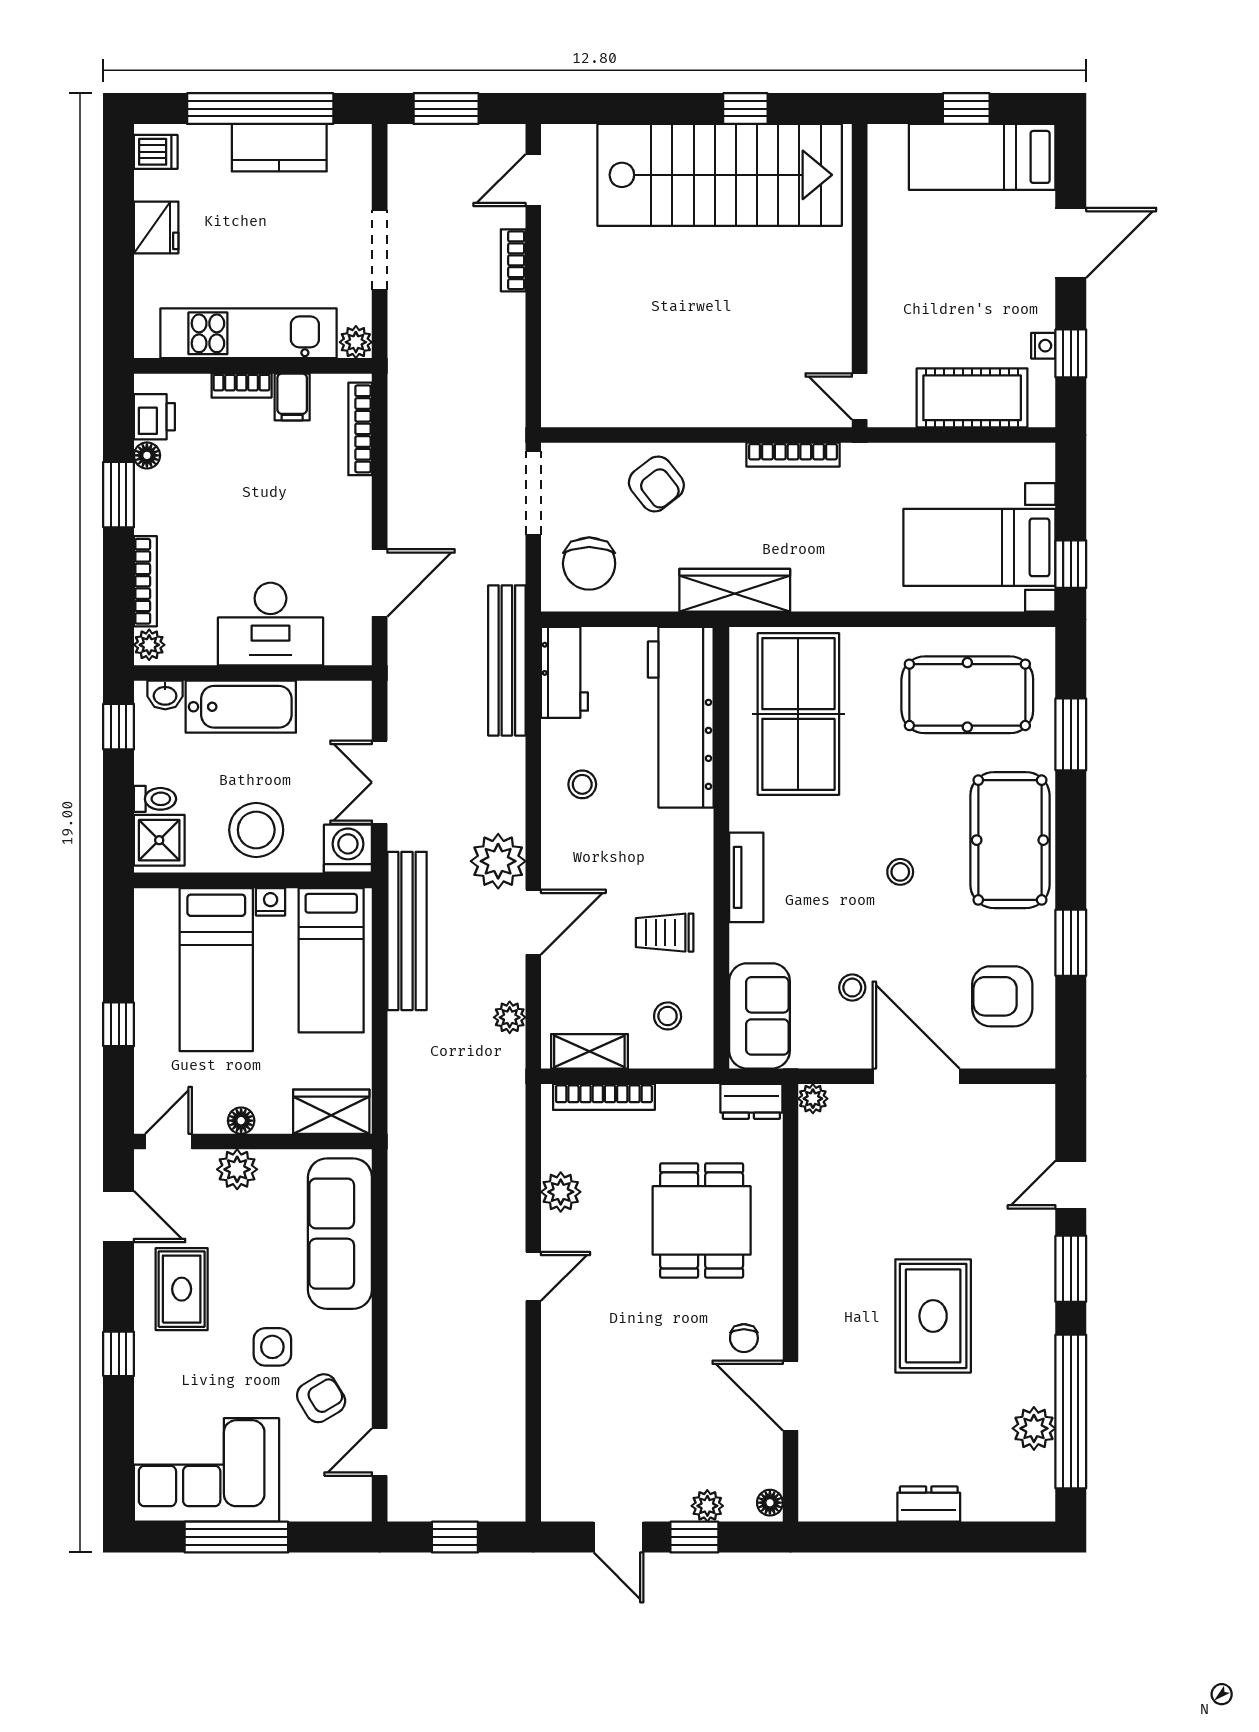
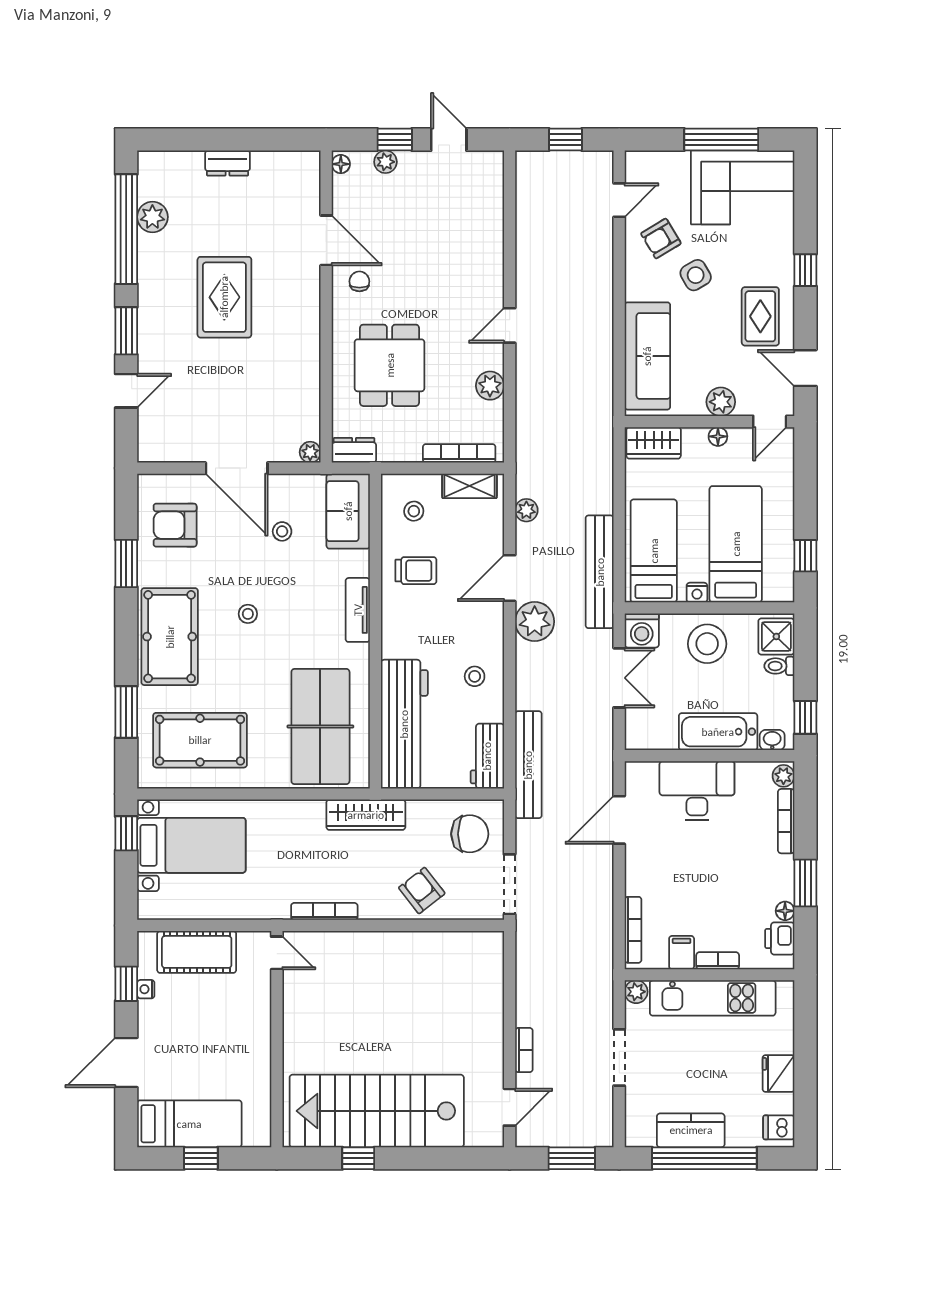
chair: (589, 564) -> (470, 834), turned 90
armchair: (1002, 996) -> (175, 525), turned 180
window: (119, 1024) -> (805, 556), moved
side table: (272, 1347) -> (696, 275), turned -30

